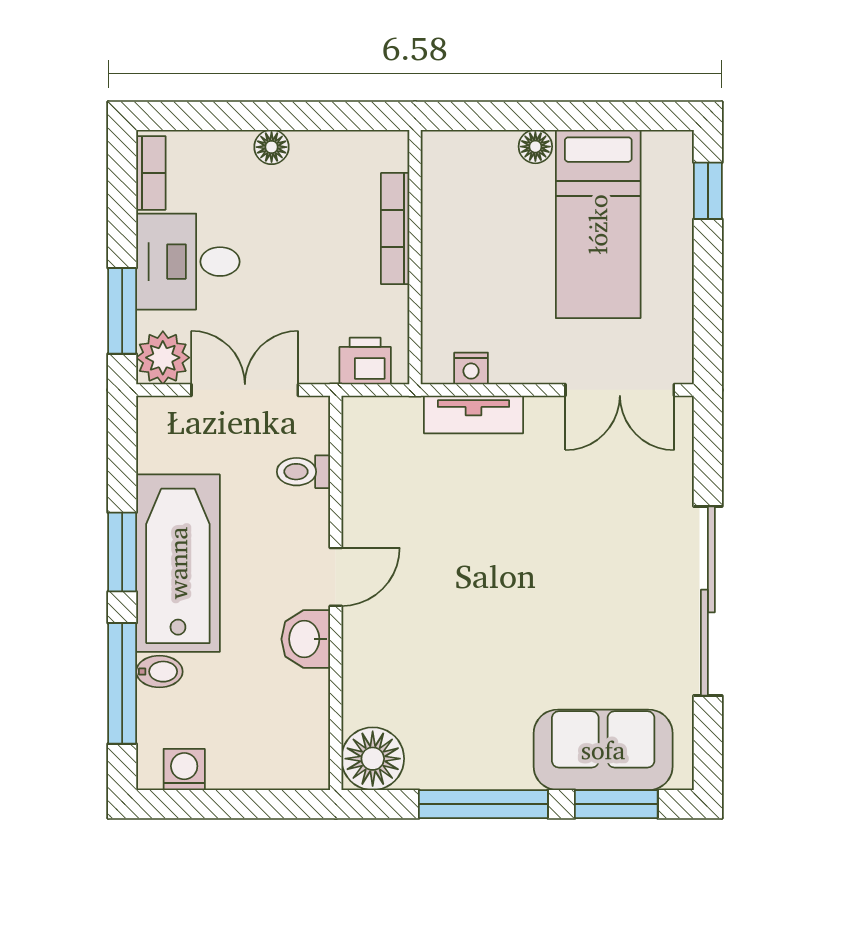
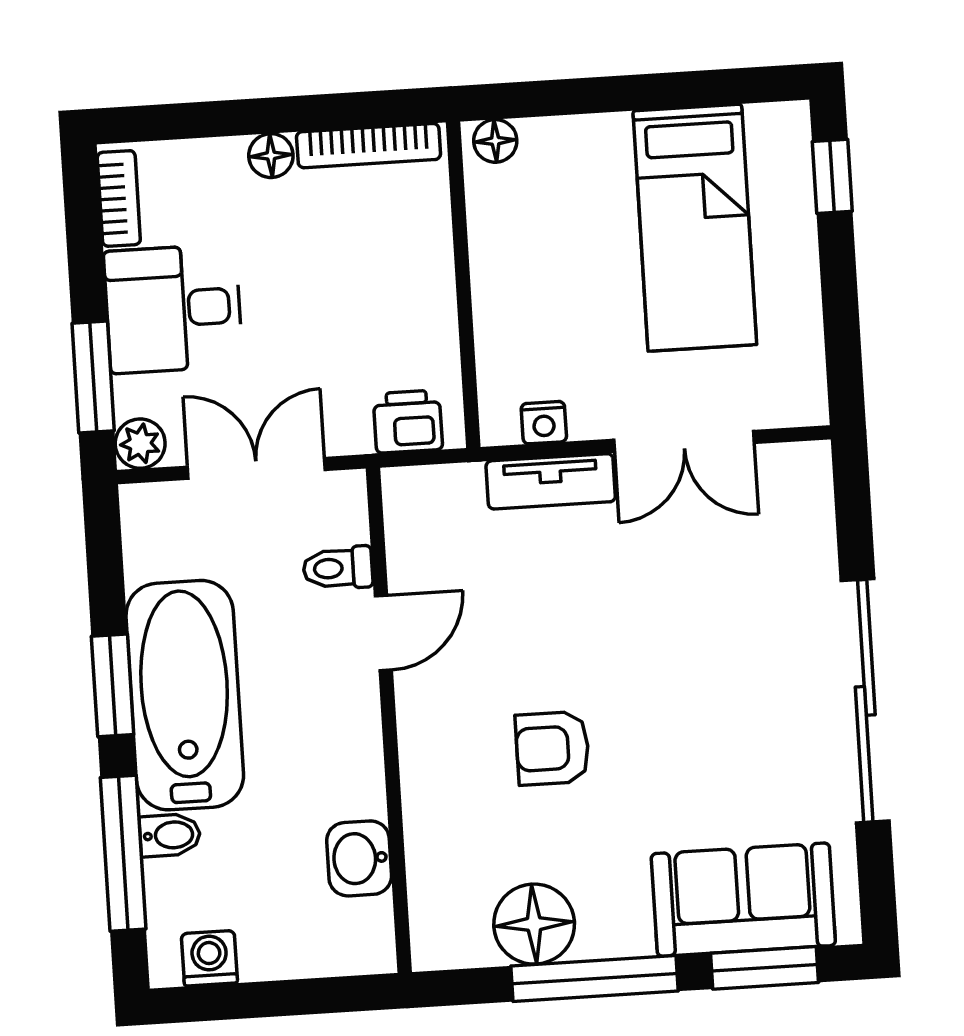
floor lamp: (535, 147) -> (495, 141), moved
bookcase: (395, 229) -> (369, 146), moved, turned -90
plant: (163, 358) -> (140, 444), width x0.73, depth x0.73
double door: (620, 390) -> (684, 441), moved
door: (336, 577) -> (383, 633), moved
armchair: (462, 623) -> (552, 748), added
washbasin: (306, 639) -> (359, 858), moved
floor lamp: (373, 759) -> (534, 924), moved

